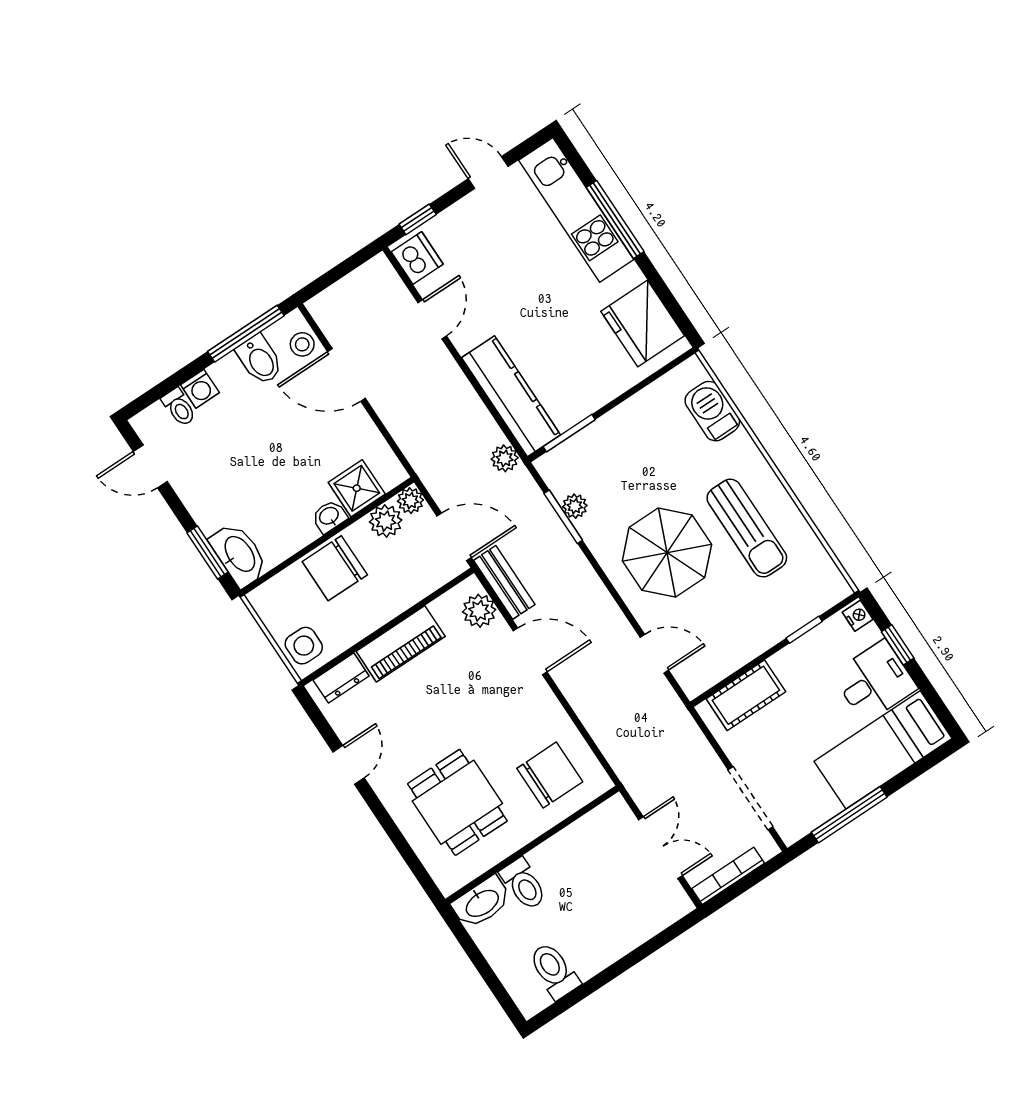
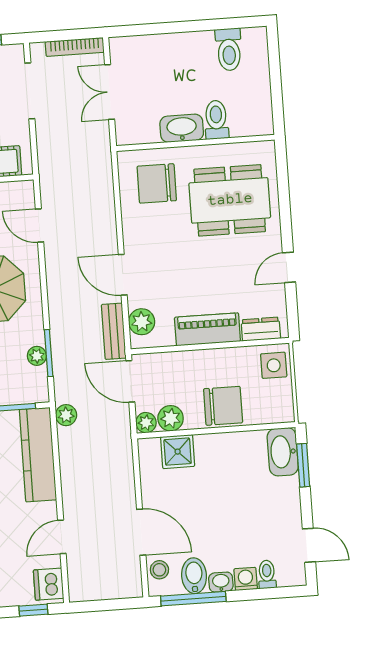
washbasin: (329, 516) -> (221, 582), moved, turned 180
dining table: (457, 802) -> (230, 200), width x1.38
washbasin: (482, 903) -> (182, 128), moved

